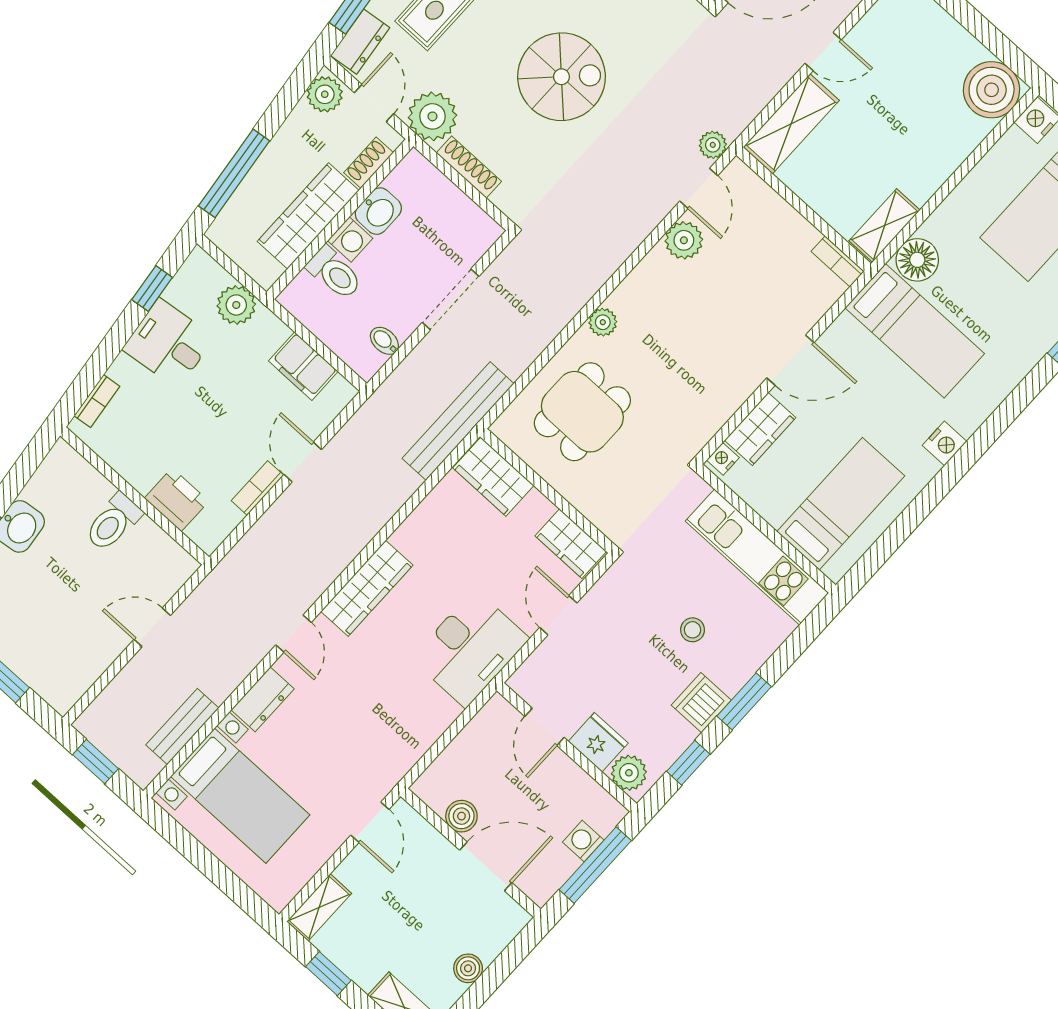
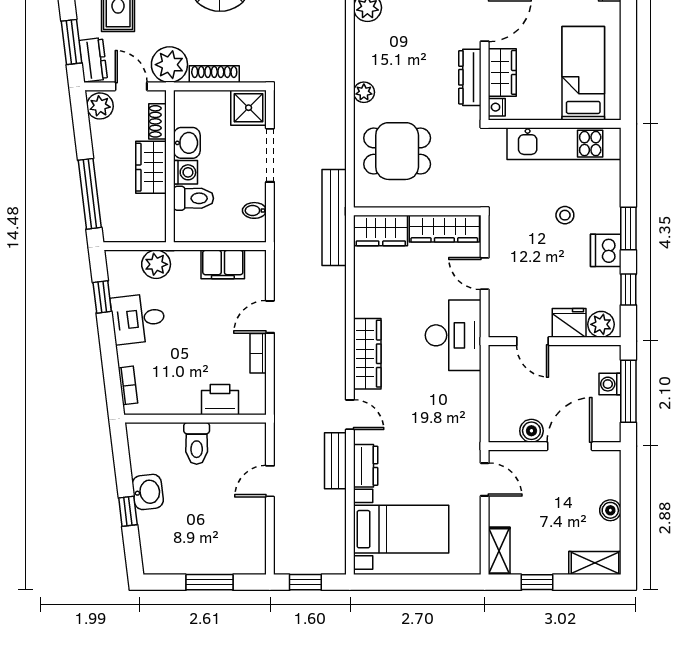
wardrobe: (308, 216) -> (151, 167), width x0.67
shower: (473, 232) -> (249, 108), added
dresser: (723, 404) -> (470, 77), added
dining table: (582, 412) -> (397, 151), turned 90
door: (303, 462) -> (270, 317), hinge flipped
wardrobe: (571, 544) -> (444, 229), width x1.50
bench: (182, 726) -> (335, 461), moved

